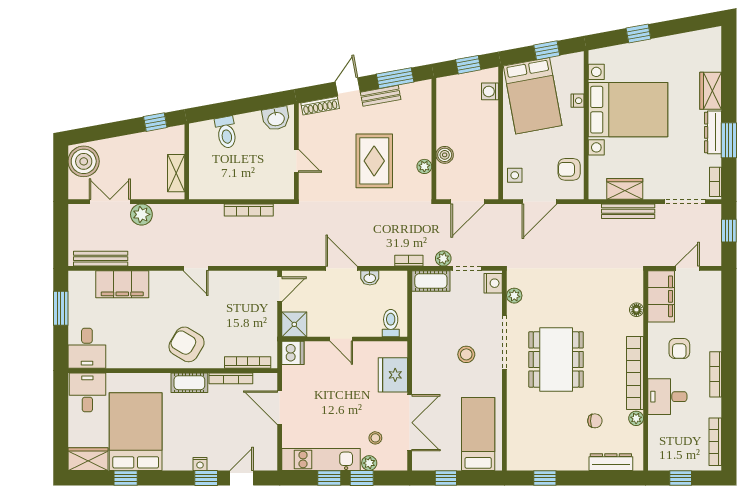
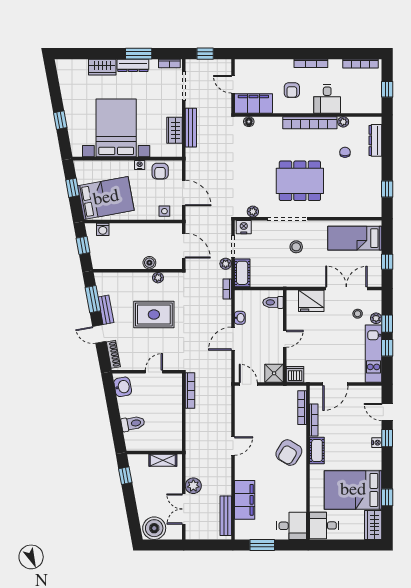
nightstand: (578, 101) -> (140, 165), moved
bookcase: (249, 210) -> (190, 391), moved
floor lamp: (636, 310) -> (249, 122), moved
armchair: (679, 348) -> (292, 90), turned 90

